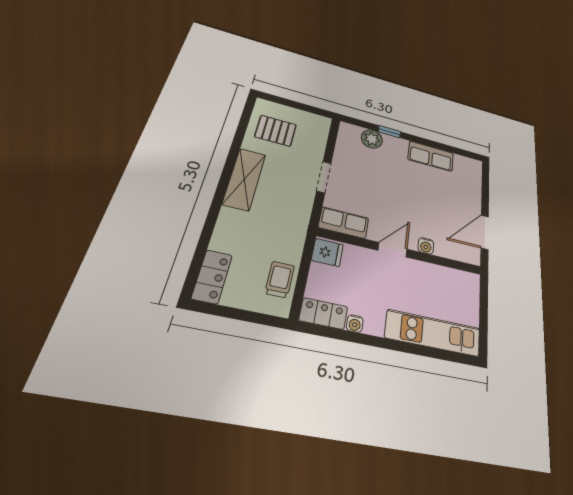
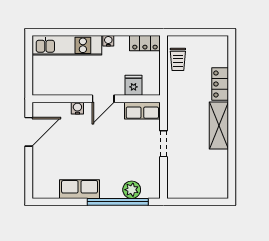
pallet: (276, 131) -> (207, 173), removed
window: (389, 132) -> (118, 202), width x3.17
fridge: (327, 252) -> (134, 85), moved, turned 90
locker: (212, 277) -> (220, 84), moved
water cooler: (355, 324) -> (108, 41), moved

